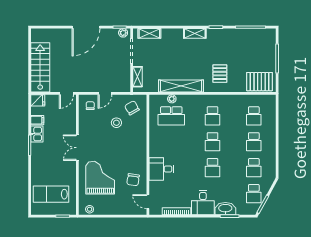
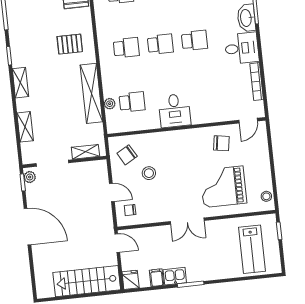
shelving: (149, 33) -> (25, 127), moved
school desk: (171, 116) -> (132, 102), width x0.54
desk: (161, 169) -> (175, 111), moved

